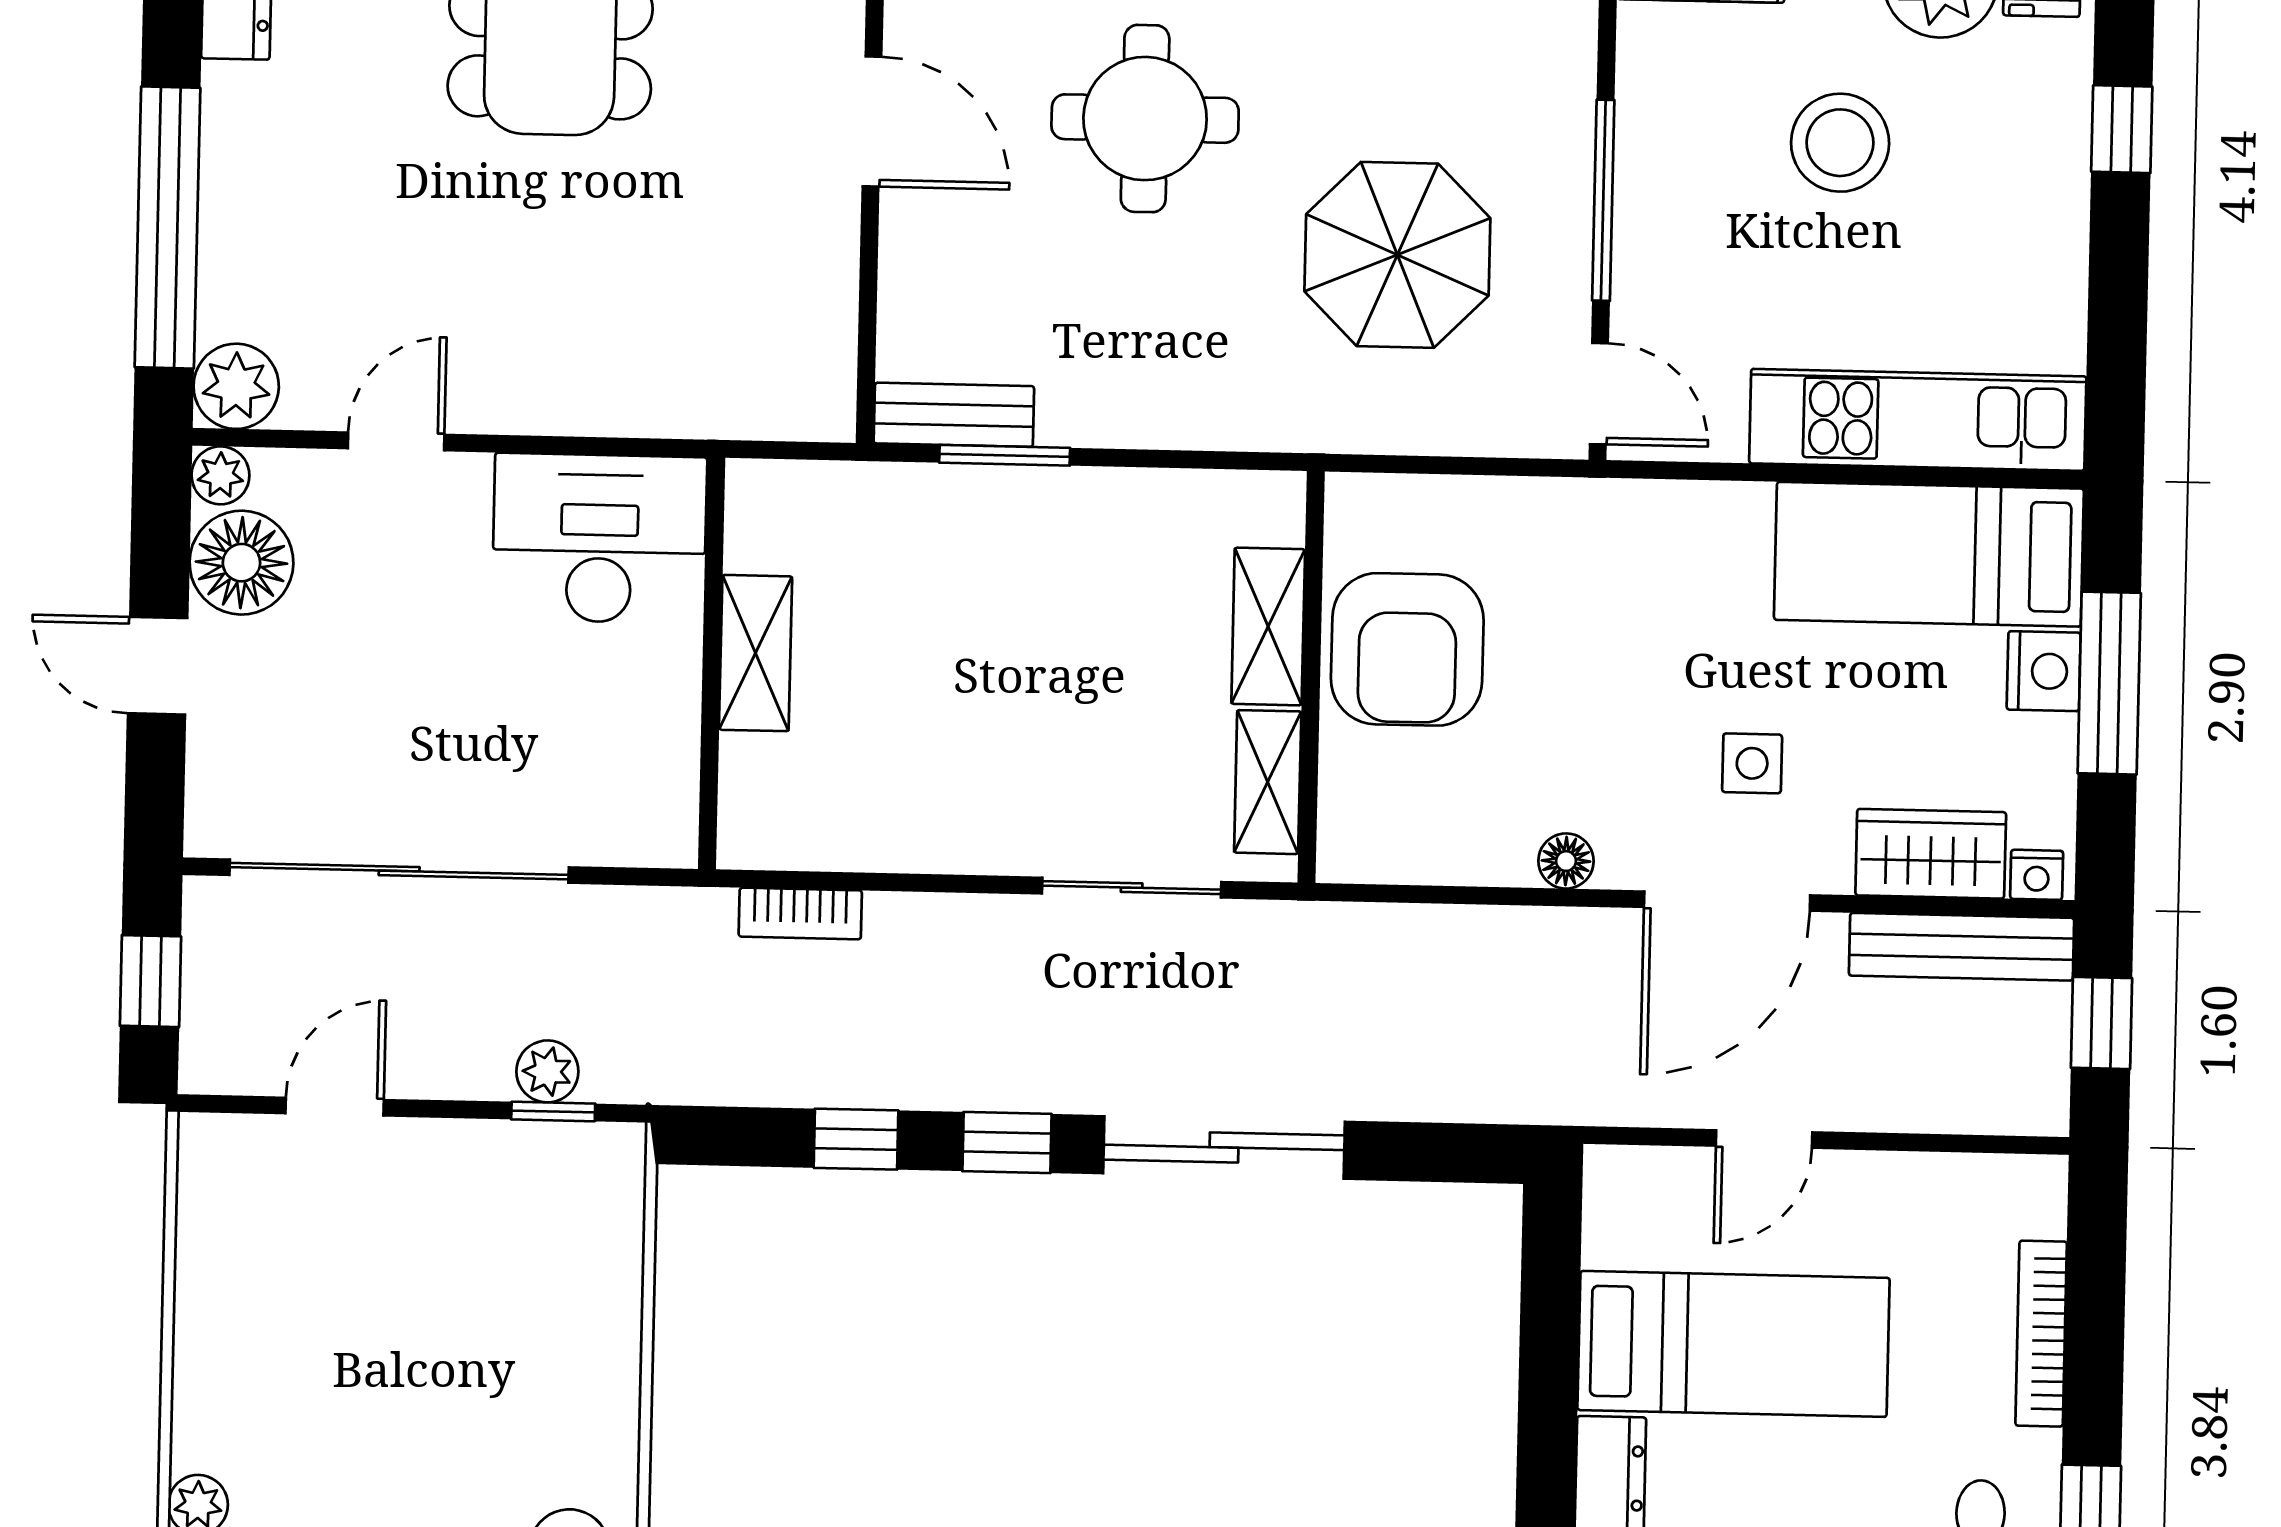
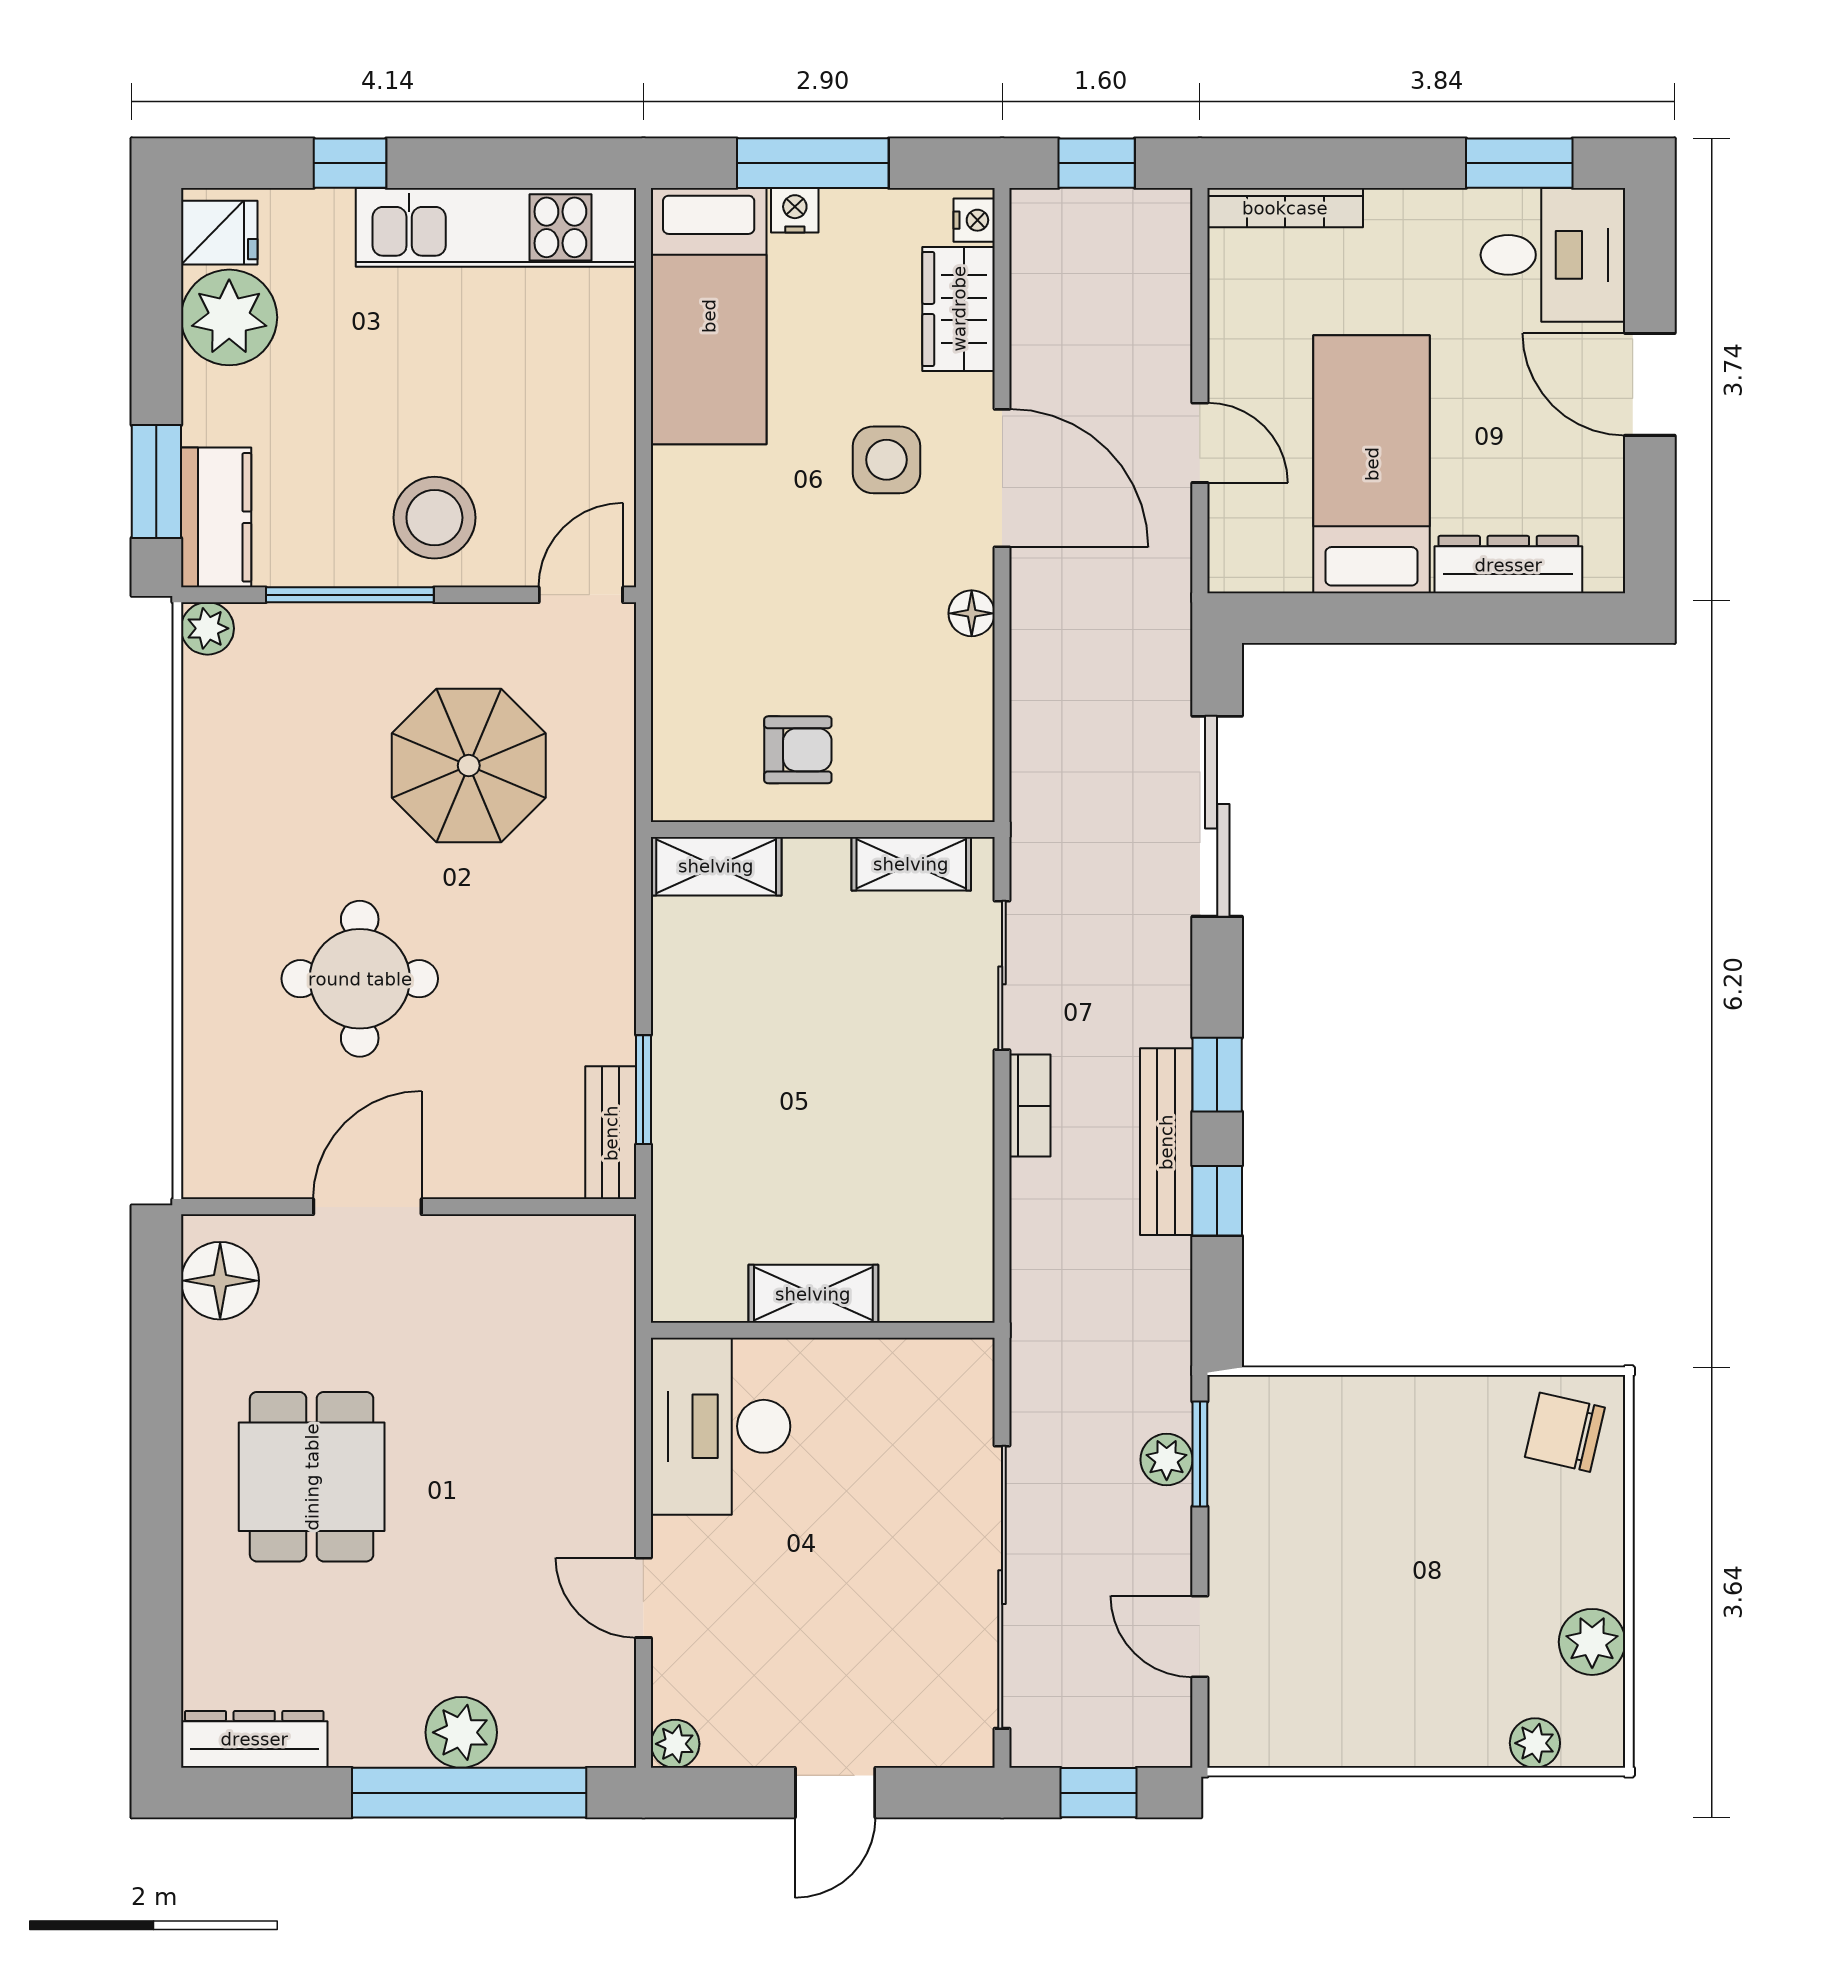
stool: (1840, 143) -> (434, 518), moved
window: (1603, 200) -> (350, 595), moved
plant: (236, 386) -> (461, 1732), moved
kitchen unit: (1918, 420) -> (496, 227), moved, turned -90
floor lamp: (241, 563) -> (748, 1725), removed
shelving: (1268, 627) -> (716, 866), moved
armchair: (1407, 649) -> (798, 750), width x0.53, depth x0.53
nightstand: (2044, 671) -> (795, 210), width x0.72, depth x0.74
side table: (1752, 763) -> (886, 460), width x1.37, depth x1.37
bookcase: (800, 913) -> (1030, 1106), moved
bench: (1962, 947) -> (1166, 1142), moved
window: (553, 1112) -> (1200, 1454), width x1.50
sliding door: (1224, 1147) -> (1217, 816), moved
bookcase: (2041, 1334) -> (1285, 208), moved

